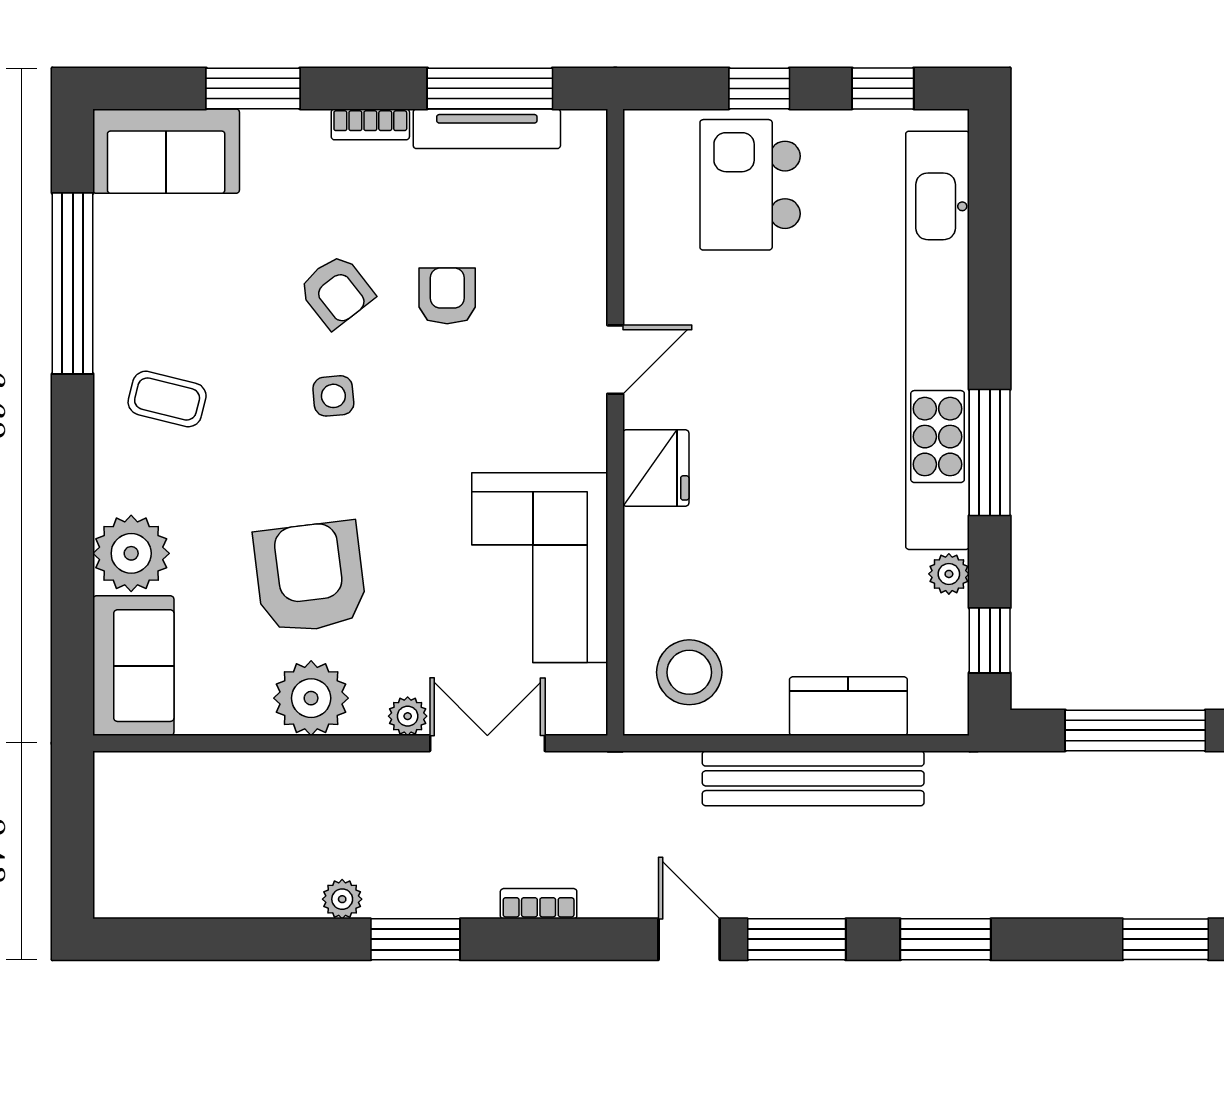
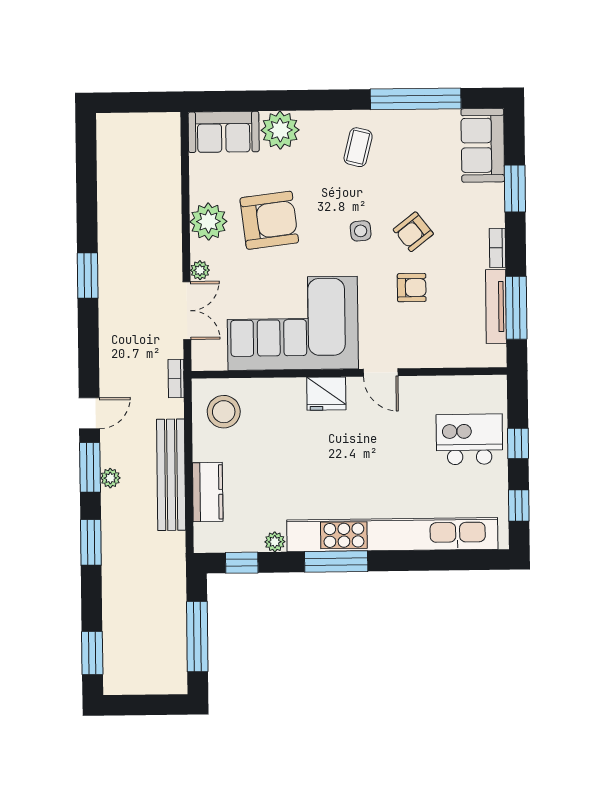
corner sofa: (540, 568) -> (293, 323), width x1.36, depth x1.36
plant: (342, 899) -> (110, 478), moved
bookcase: (539, 904) -> (176, 379), moved, turned 180

